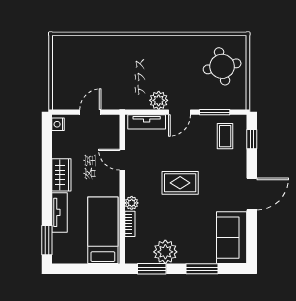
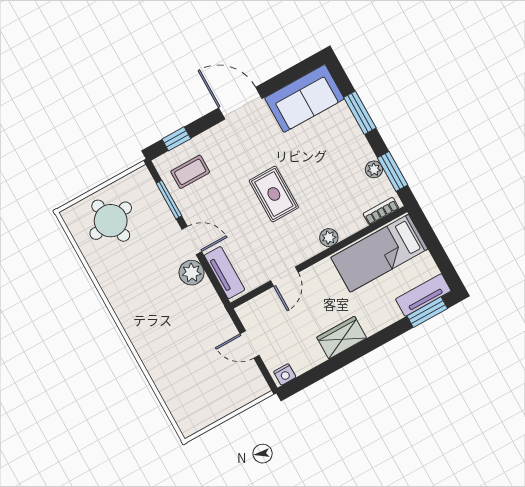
tv unit: (60, 212) -> (423, 295), moved
bookcase: (130, 224) -> (381, 211), moved
plant: (165, 252) -> (374, 169), width x0.53, depth x0.53

